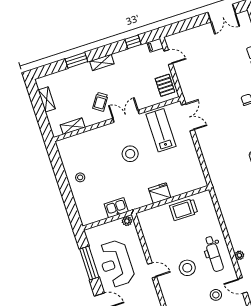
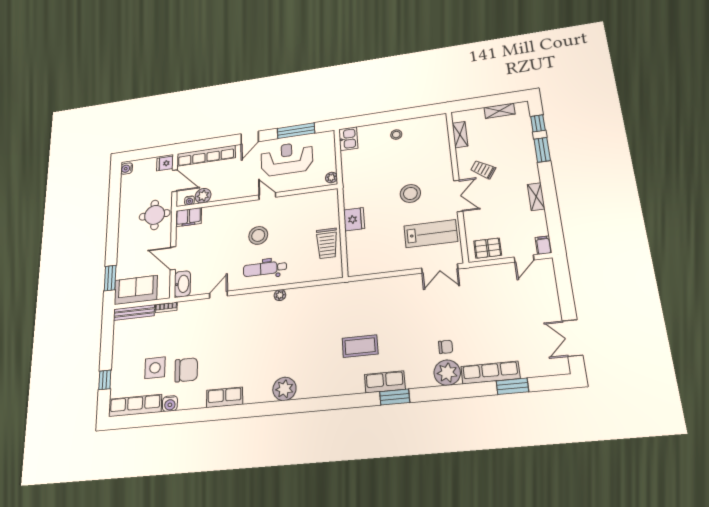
window: (133, 42) -> (538, 123), moved
shelving: (102, 62) -> (536, 197), moved
kitchen sink: (116, 208) -> (348, 139), moved
trolley: (184, 209) -> (327, 243), turned 180
plant: (239, 255) -> (280, 295), moved
door: (152, 270) -> (267, 196), swing flipped
stool: (216, 295) -> (218, 262), removed

